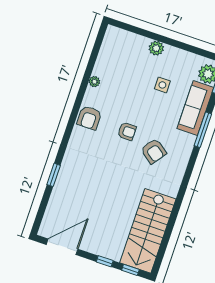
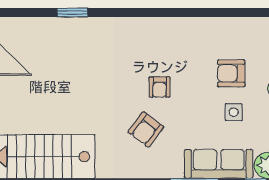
plant: (94, 82) -> (209, 24), removed
armchair: (89, 118) -> (231, 73), moved

